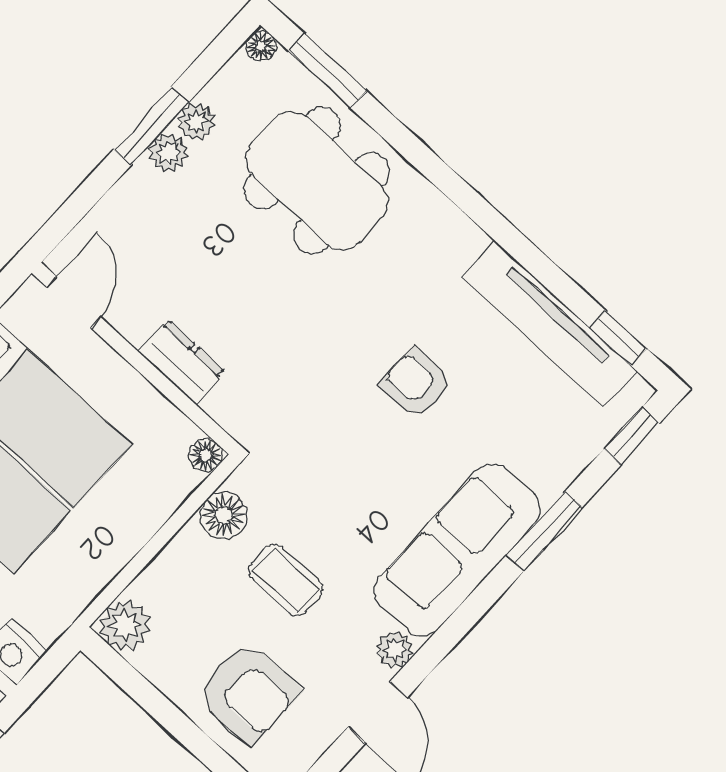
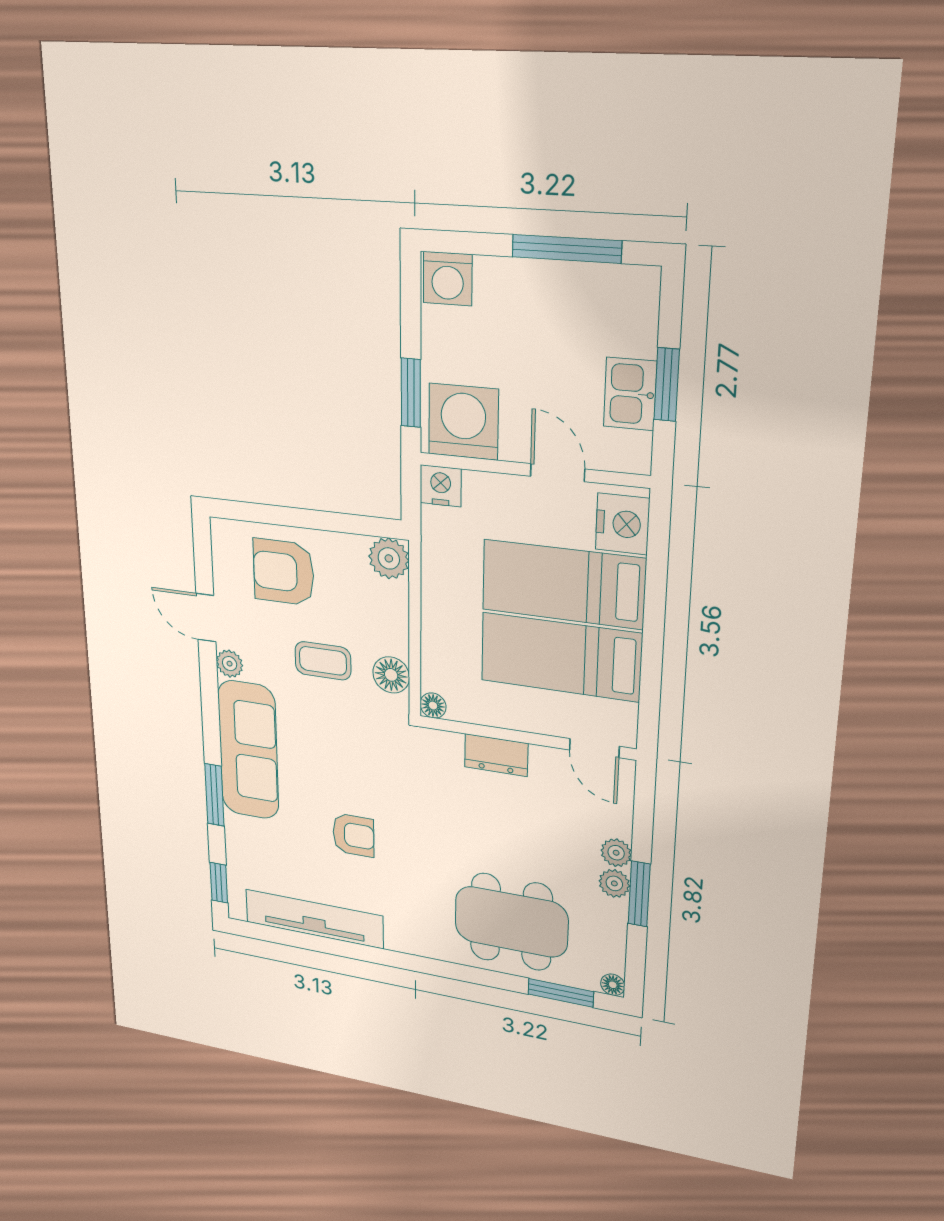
plant: (196, 122) -> (616, 853), moved
window: (618, 338) -> (272, 934), removed

